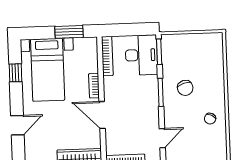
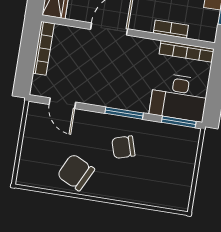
bookcase: (94, 86) -> (171, 29), moved
chair: (210, 119) -> (76, 172), width x1.87, depth x1.87

